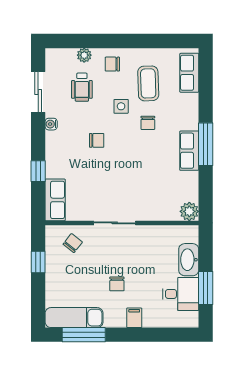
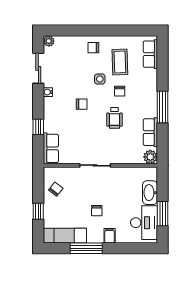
plant: (84, 55) -> (49, 41), moved
wheelchair: (82, 87) -> (114, 118), moved
row of seats: (189, 151) -> (150, 132), moved
chair: (73, 243) -> (56, 189), moved
window: (38, 262) -> (38, 211), moved
desk: (181, 294) -> (144, 223), width x1.37
window: (84, 335) -> (86, 248), moved

